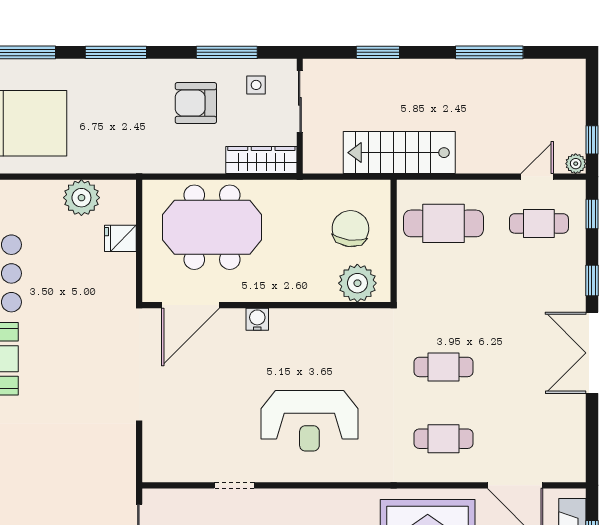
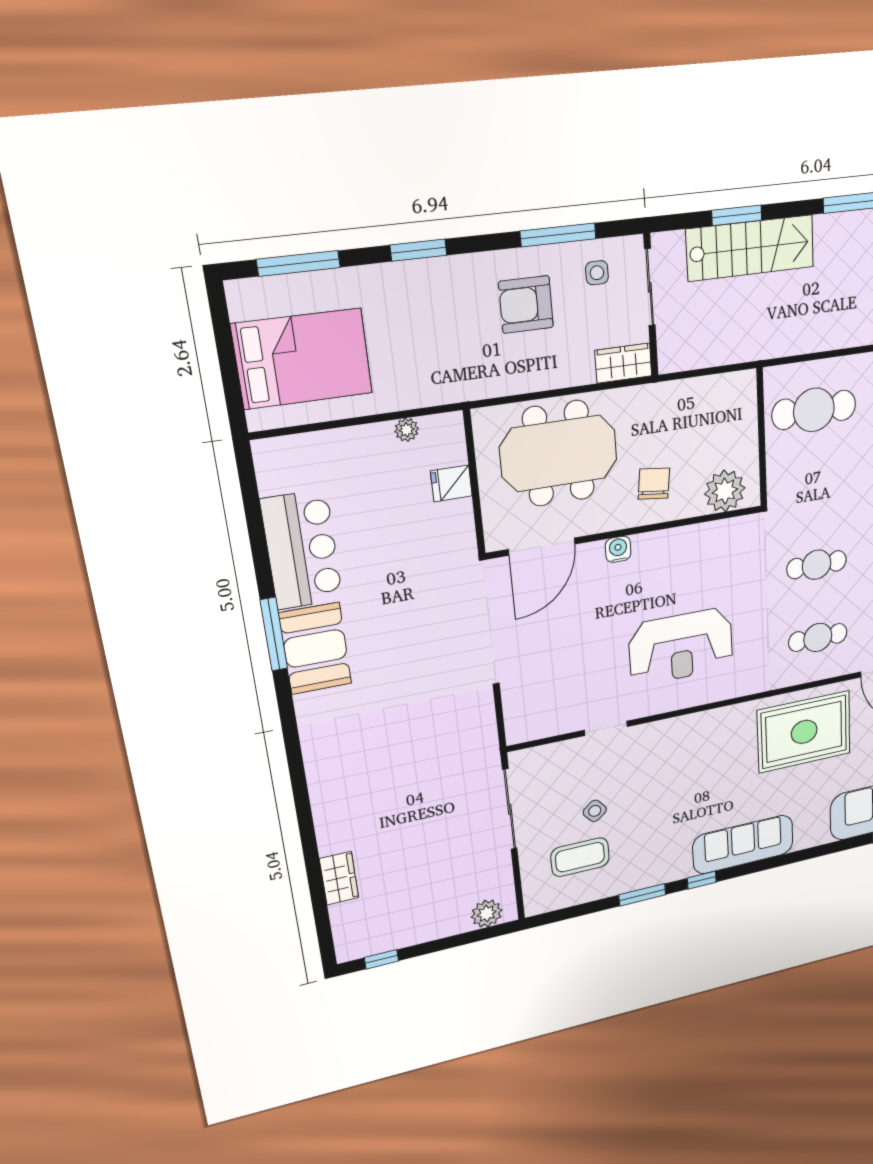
window: (116, 52) -> (418, 250), width x0.69
stairs: (399, 153) -> (750, 248), moved, turned 180
wardrobe: (261, 160) -> (623, 363), width x0.67
plant: (81, 198) -> (407, 430), width x0.53, depth x0.53
chair: (350, 229) -> (654, 484), moved, width x0.73, depth x0.73

